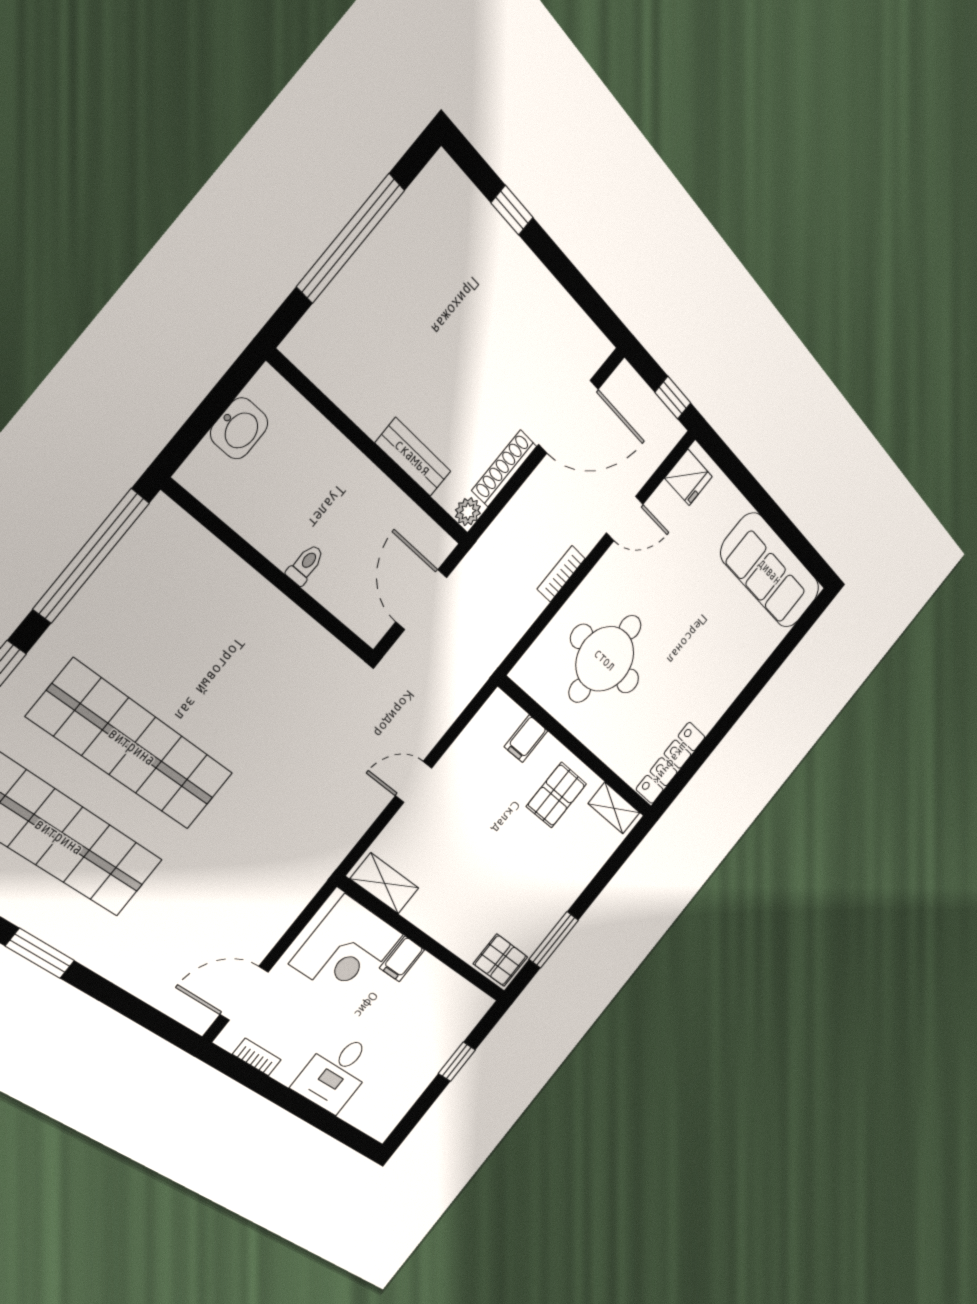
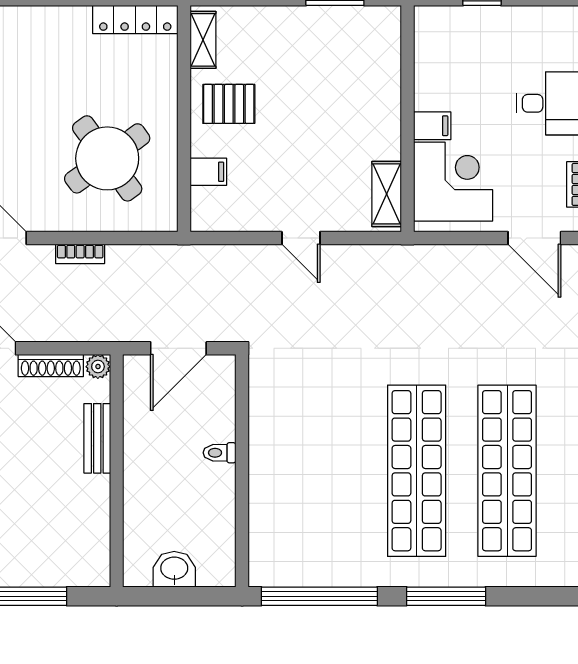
round table: (605, 659) -> (107, 158), turned -36
pallet: (500, 960) -> (381, 33), removed

